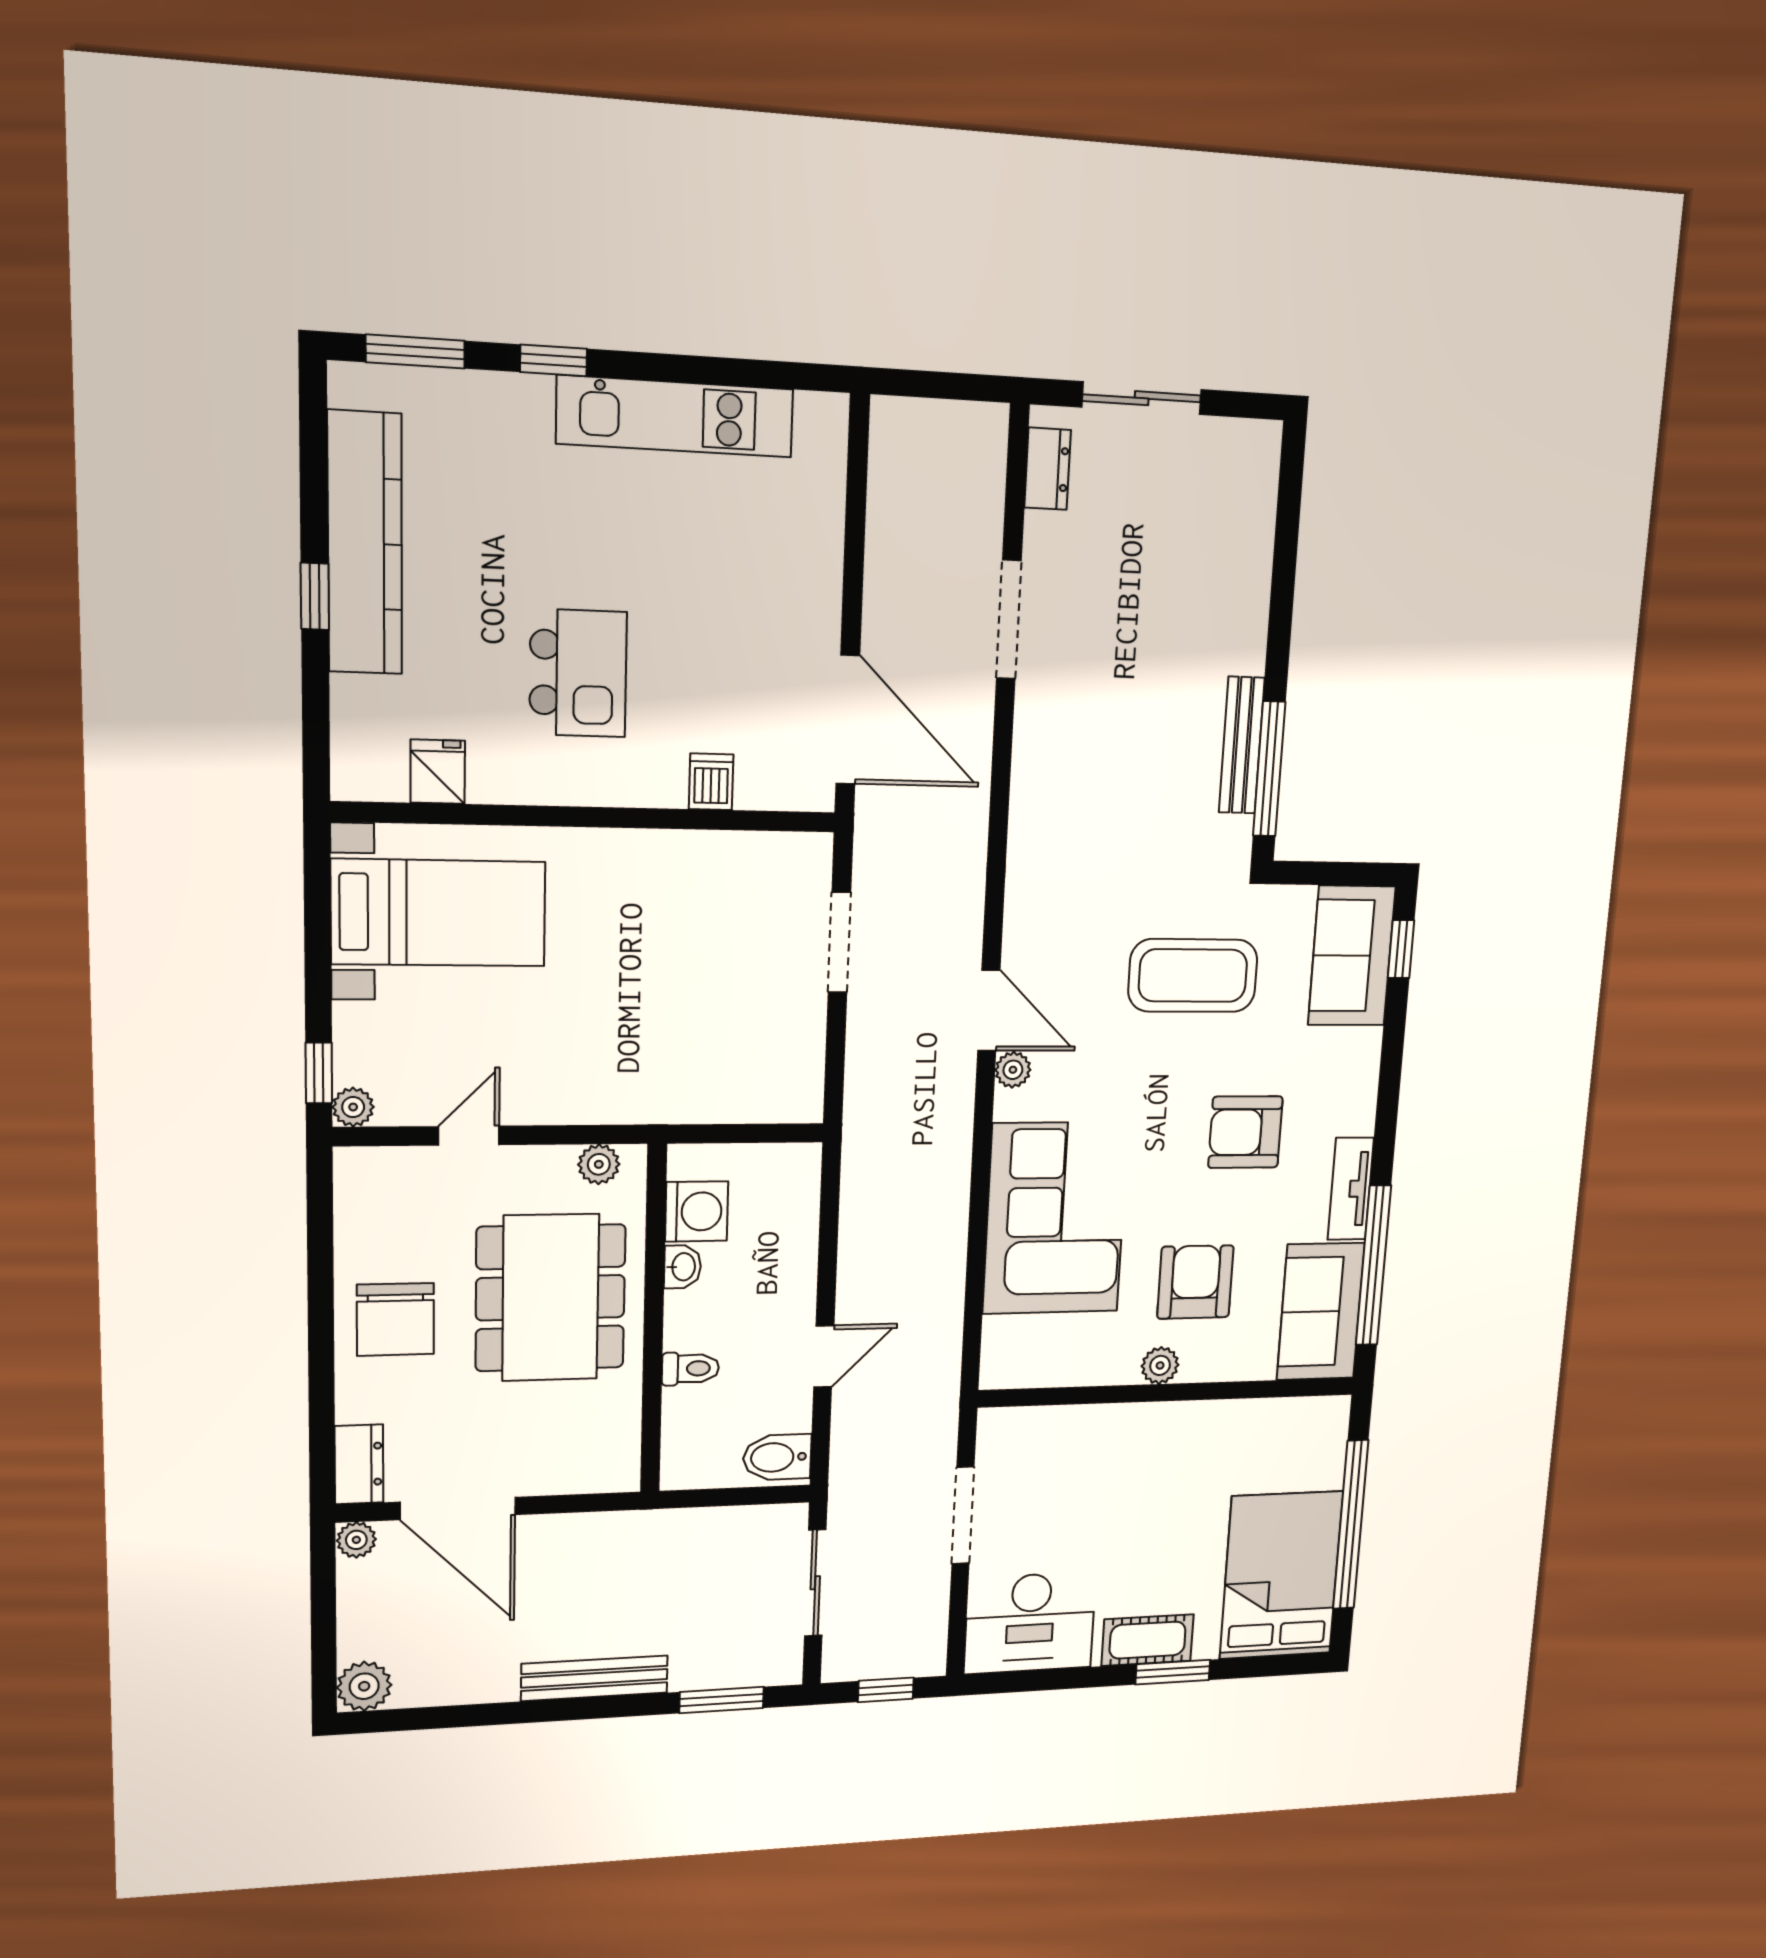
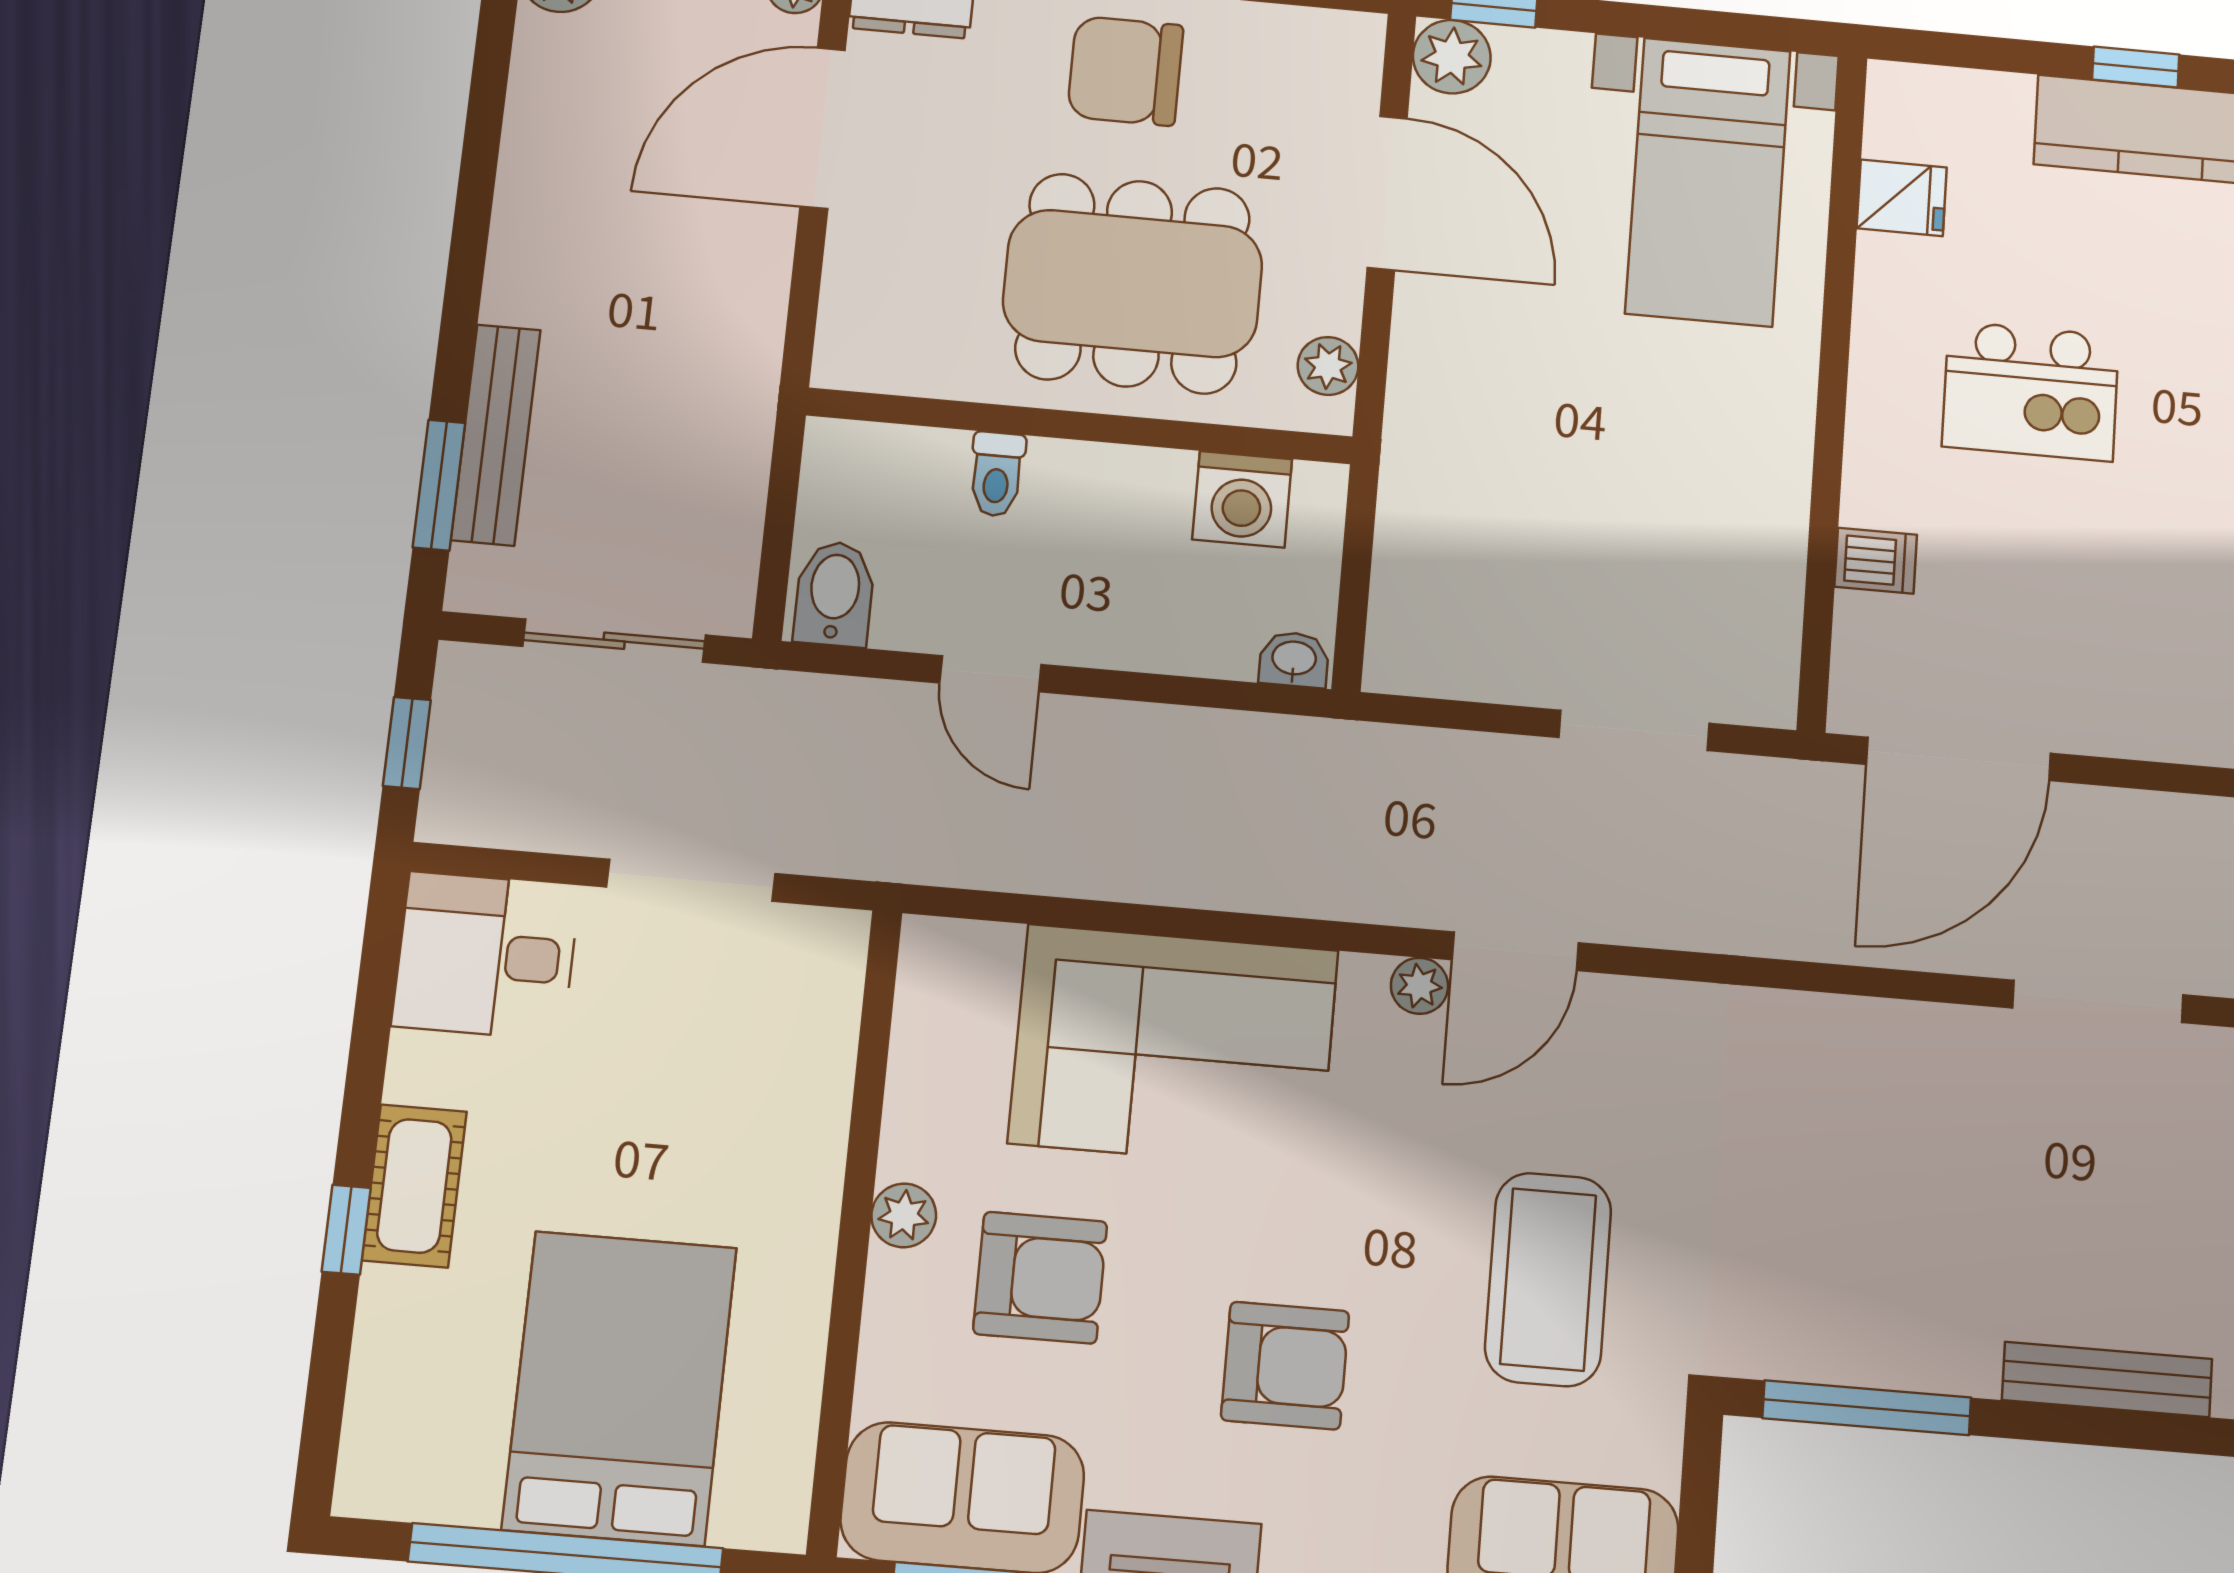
bench: (1242, 745) -> (2107, 1379), moved
plant: (353, 1107) -> (1452, 57), width x1.38, depth x1.38
armchair: (1245, 1132) -> (1285, 1366), turned 90
door: (469, 1136) -> (1387, 193), width x1.87
washbasin: (683, 1267) -> (1294, 659), moved, turned 180
bed: (1281, 1575) -> (620, 1388), moved, turned -90
desk: (1030, 1623) -> (486, 956), width x0.73
window: (1173, 1672) -> (346, 1230), width x0.67
bench: (595, 1678) -> (496, 435), moved

